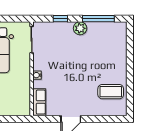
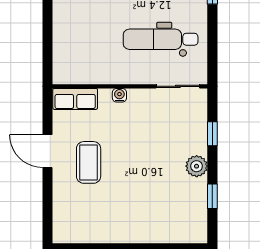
window: (98, 19) -> (212, 196), width x0.46
coffee table: (111, 92) -> (89, 162), moved

